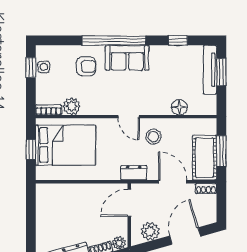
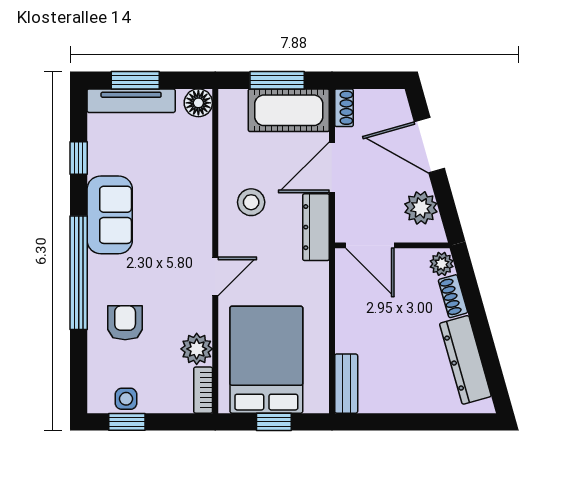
sofa: (127, 58) -> (110, 215), moved
floor lamp: (179, 107) -> (198, 103), moved
door: (128, 117) -> (215, 276), moved
dresser: (134, 173) -> (316, 227), width x1.44
bench: (52, 190) -> (346, 384), added

